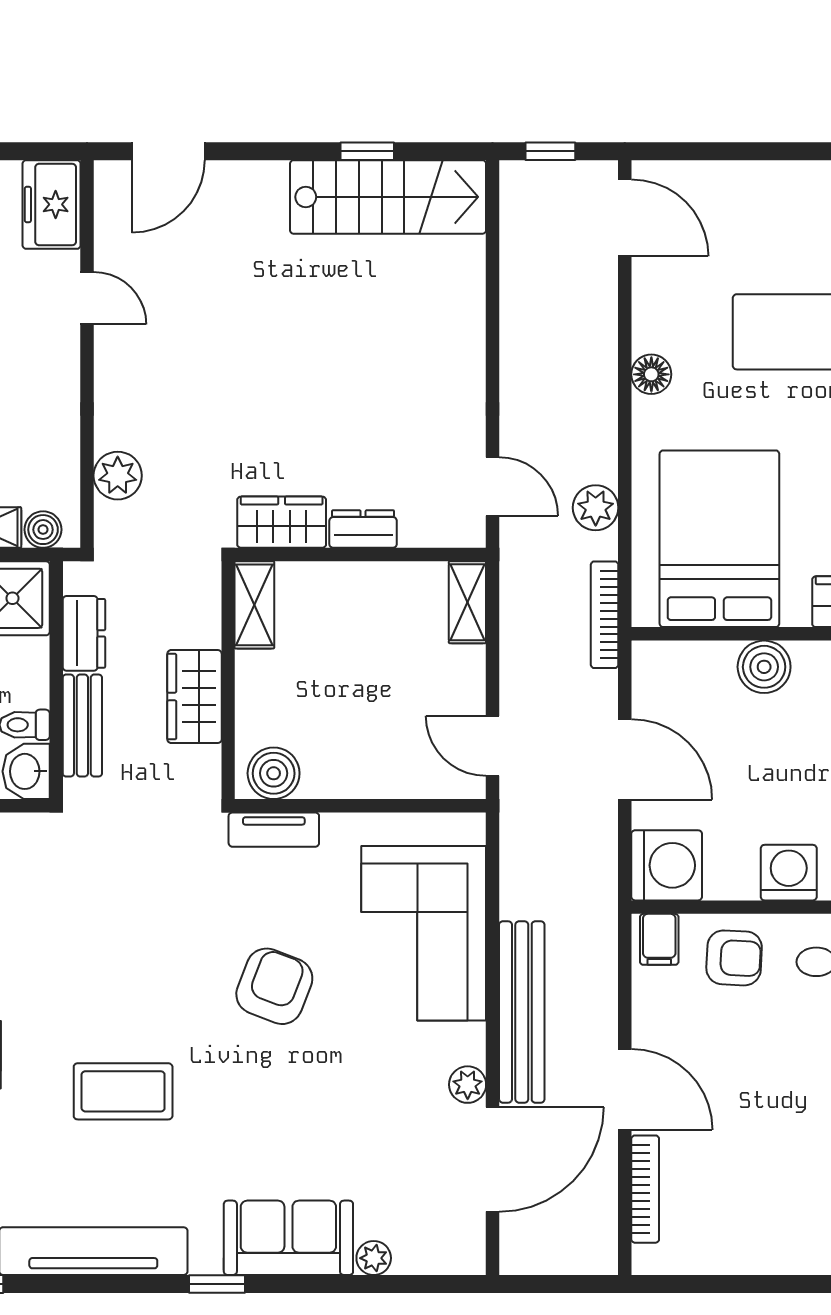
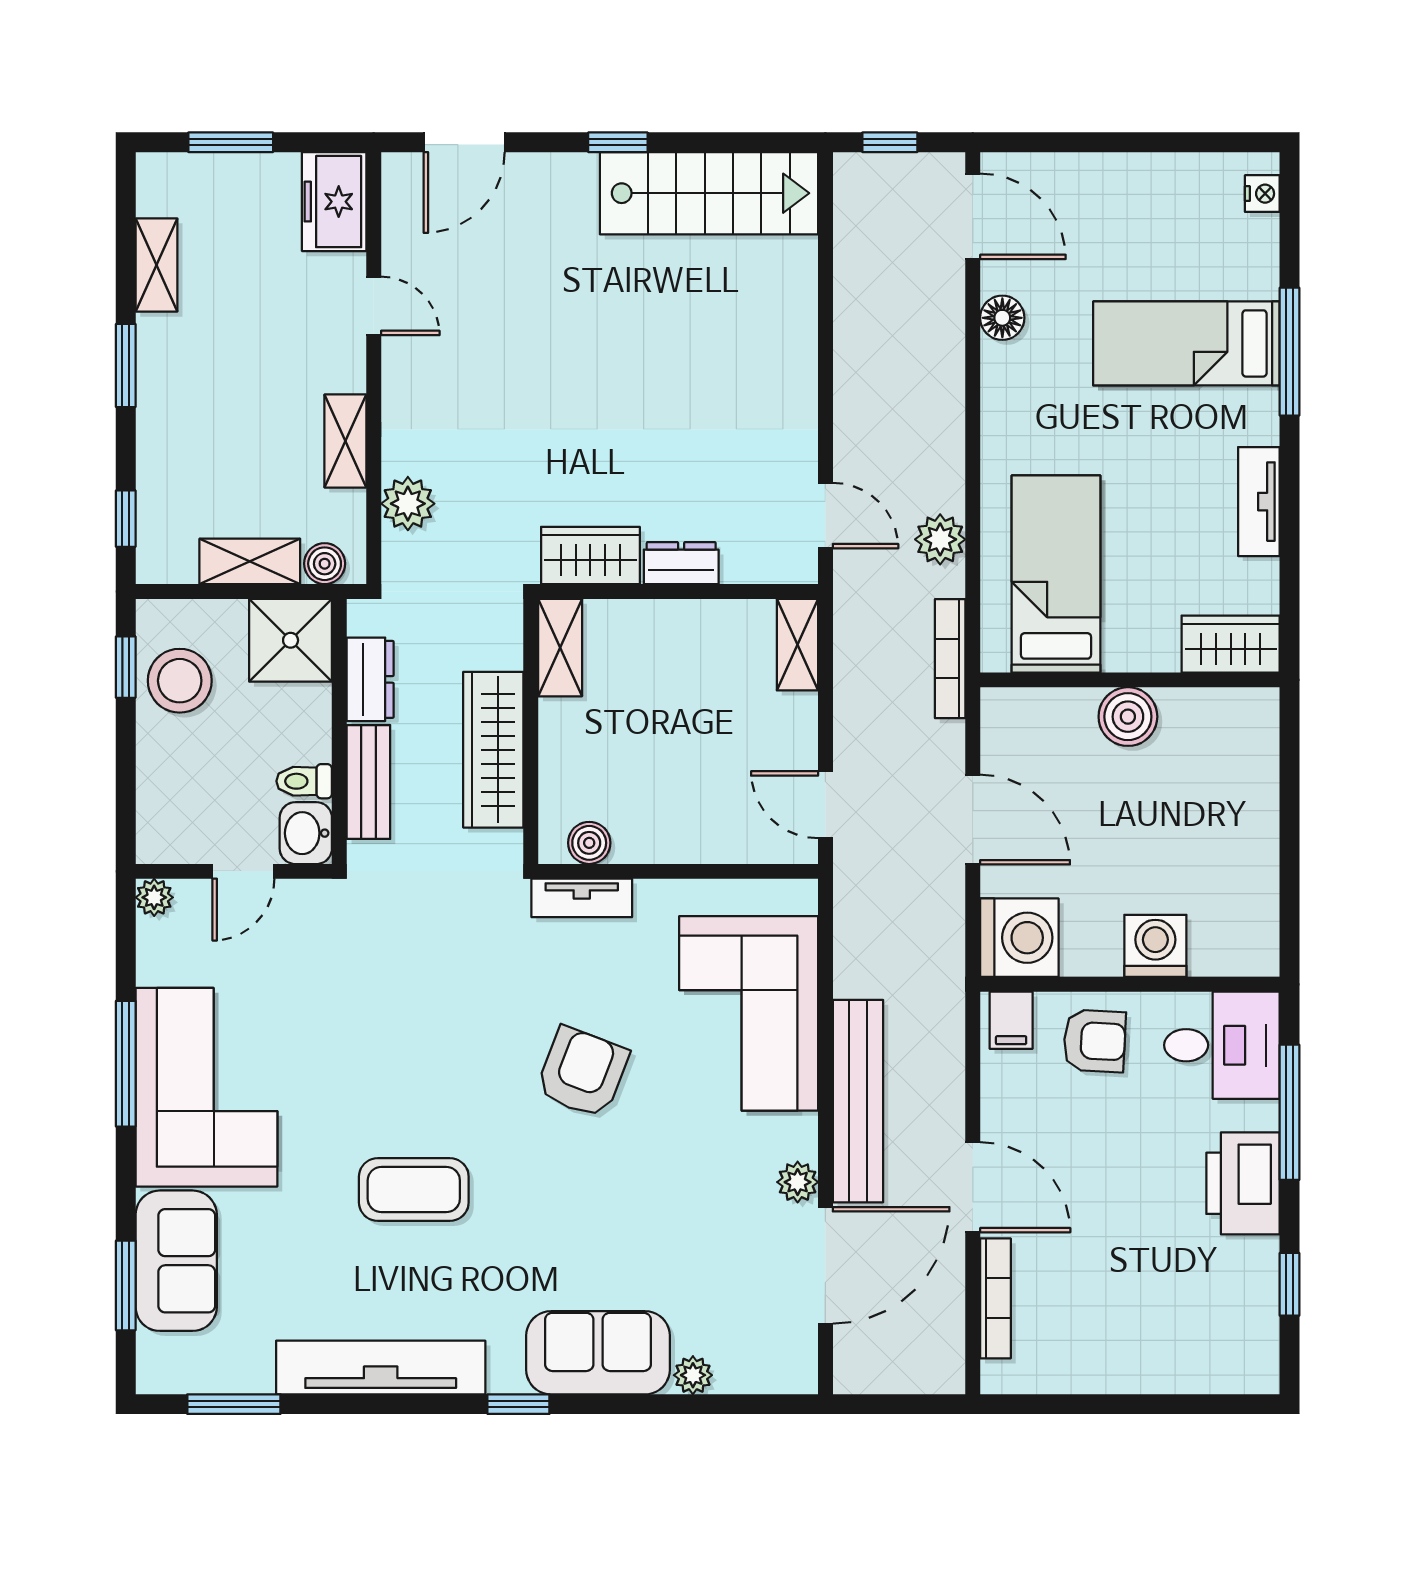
window: (367, 151) -> (618, 142), moved
floor lamp: (651, 374) -> (1002, 318), moved
shelving: (62, 419) -> (345, 441), added
bed: (719, 539) -> (1056, 574), width x0.67
wardrobe: (194, 697) -> (493, 750), width x1.50
boiler: (274, 773) -> (589, 843), width x0.73, depth x0.73

